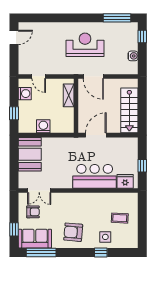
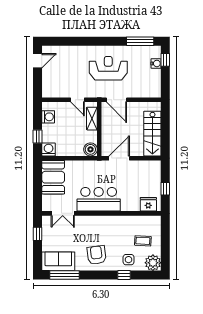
water cooler: (133, 56) -> (156, 63), moved
door: (39, 76) -> (77, 100), moved
washing machine: (43, 126) -> (49, 149), moved
boiler: (67, 126) -> (90, 149), added
bar counter: (95, 176) -> (99, 199), moved
armchair: (33, 212) -> (56, 235), removed
window: (14, 229) -> (38, 234), moved
armchair: (73, 232) -> (96, 255), turned 78
plant: (130, 240) -> (153, 263), added

